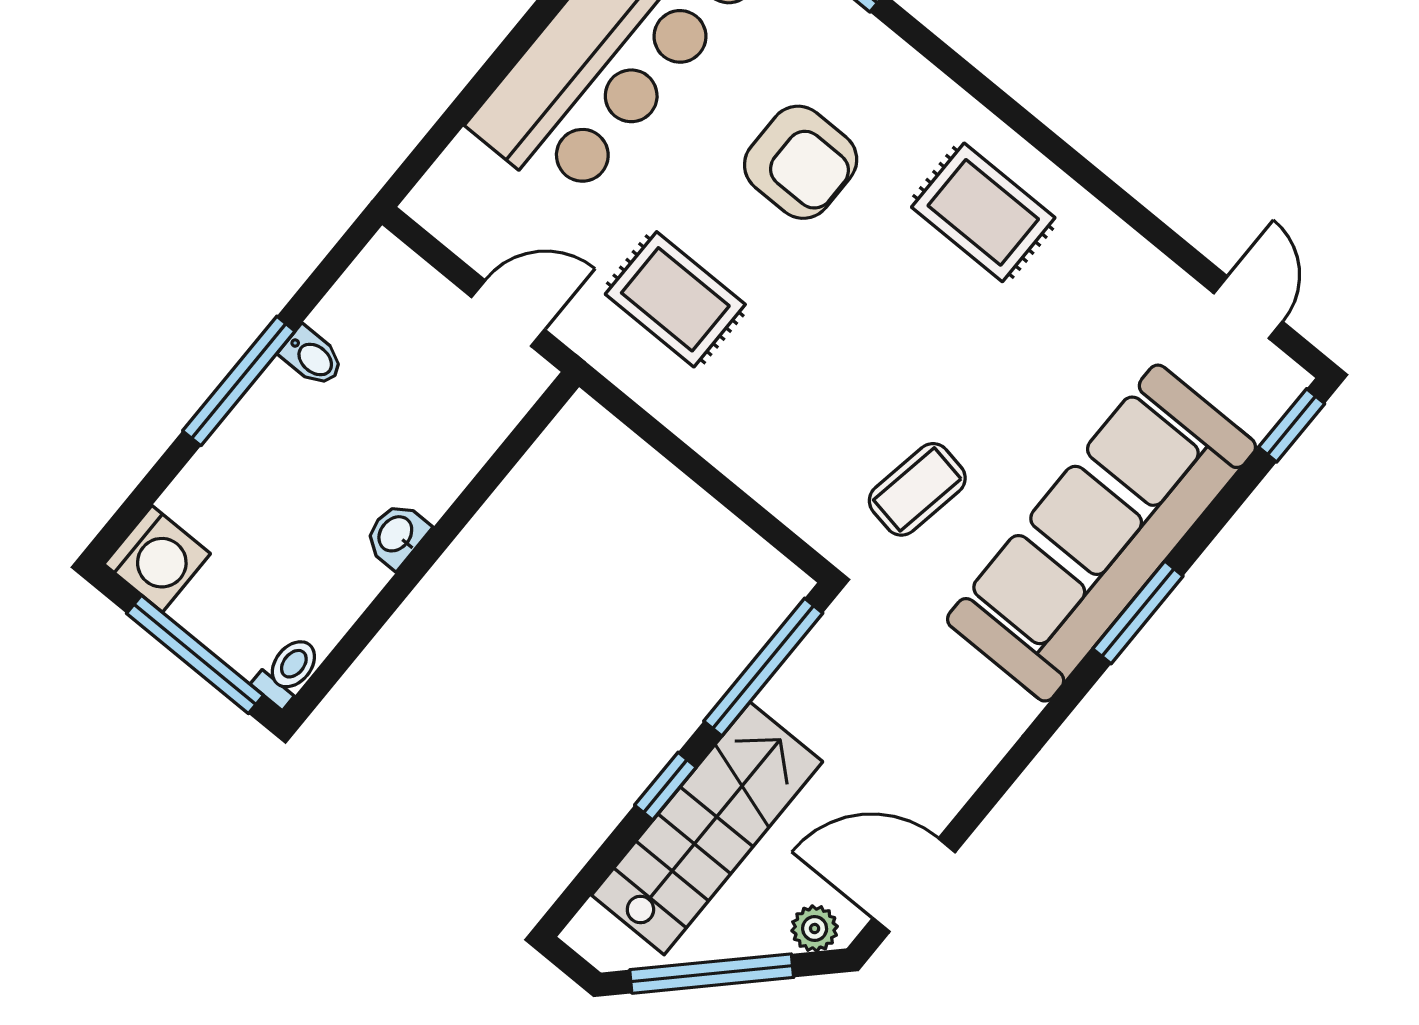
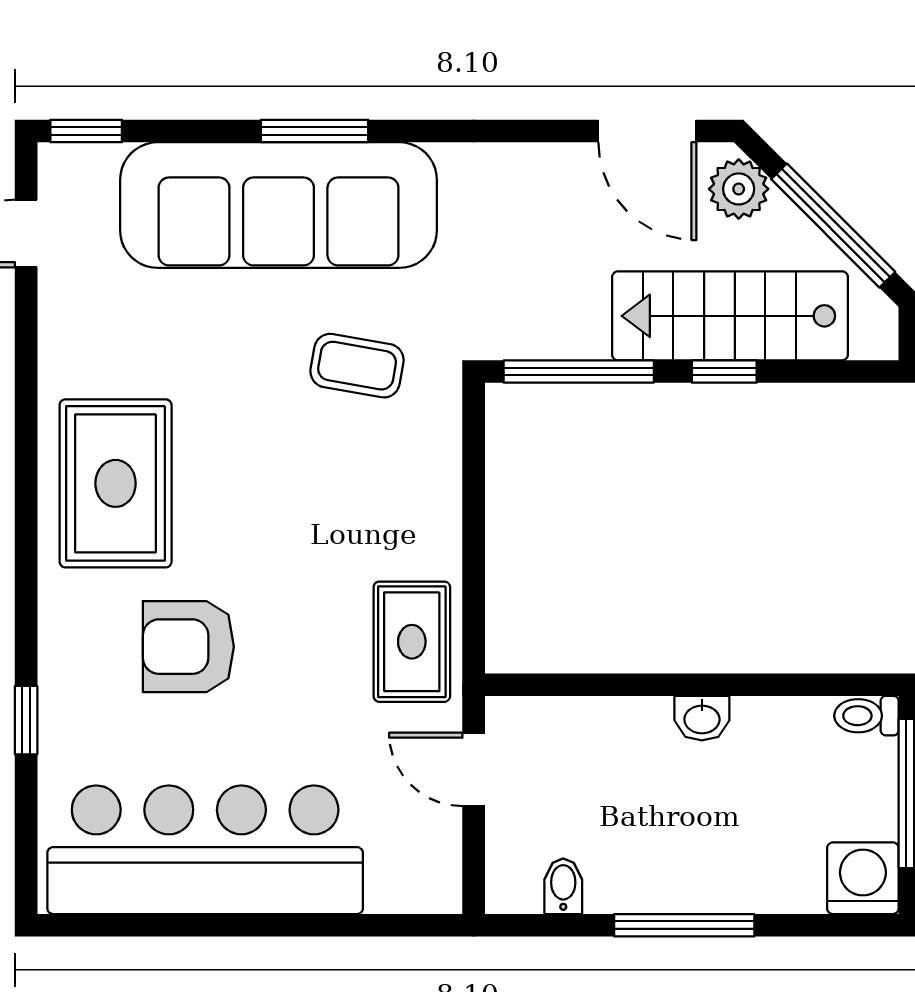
armchair: (801, 162) -> (188, 647), turned -90
rug: (983, 212) -> (116, 483), width x1.36, depth x1.43
rug: (675, 299) -> (412, 642), moved
bidet: (312, 357) -> (563, 886), moved
plant: (815, 929) -> (739, 189), width x1.38, depth x1.38

